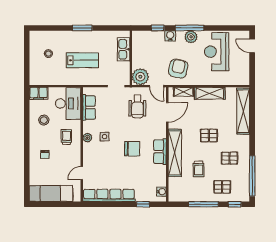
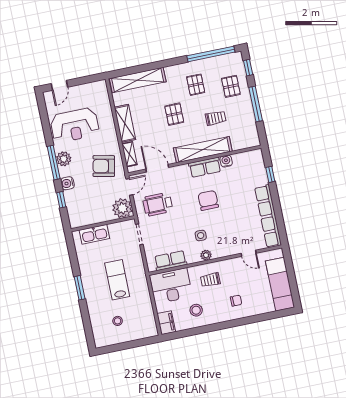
wheelchair: (137, 107) -> (158, 204), turned 180
water cooler: (161, 192) -> (226, 161), moved

